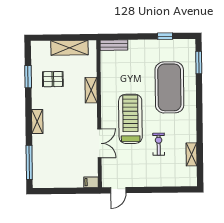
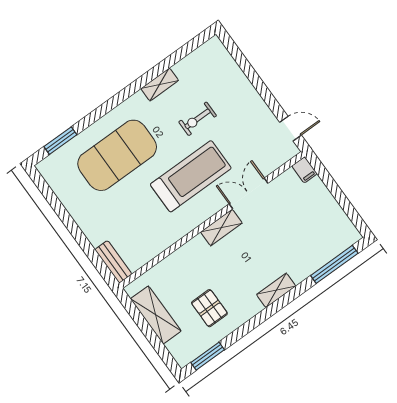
window: (165, 36) -> (57, 206), removed
window: (28, 77) -> (208, 356), moved
shelving: (91, 90) -> (221, 228), moved
treadmill: (130, 119) -> (191, 176), turned 180
shelving: (192, 154) -> (160, 84), moved

